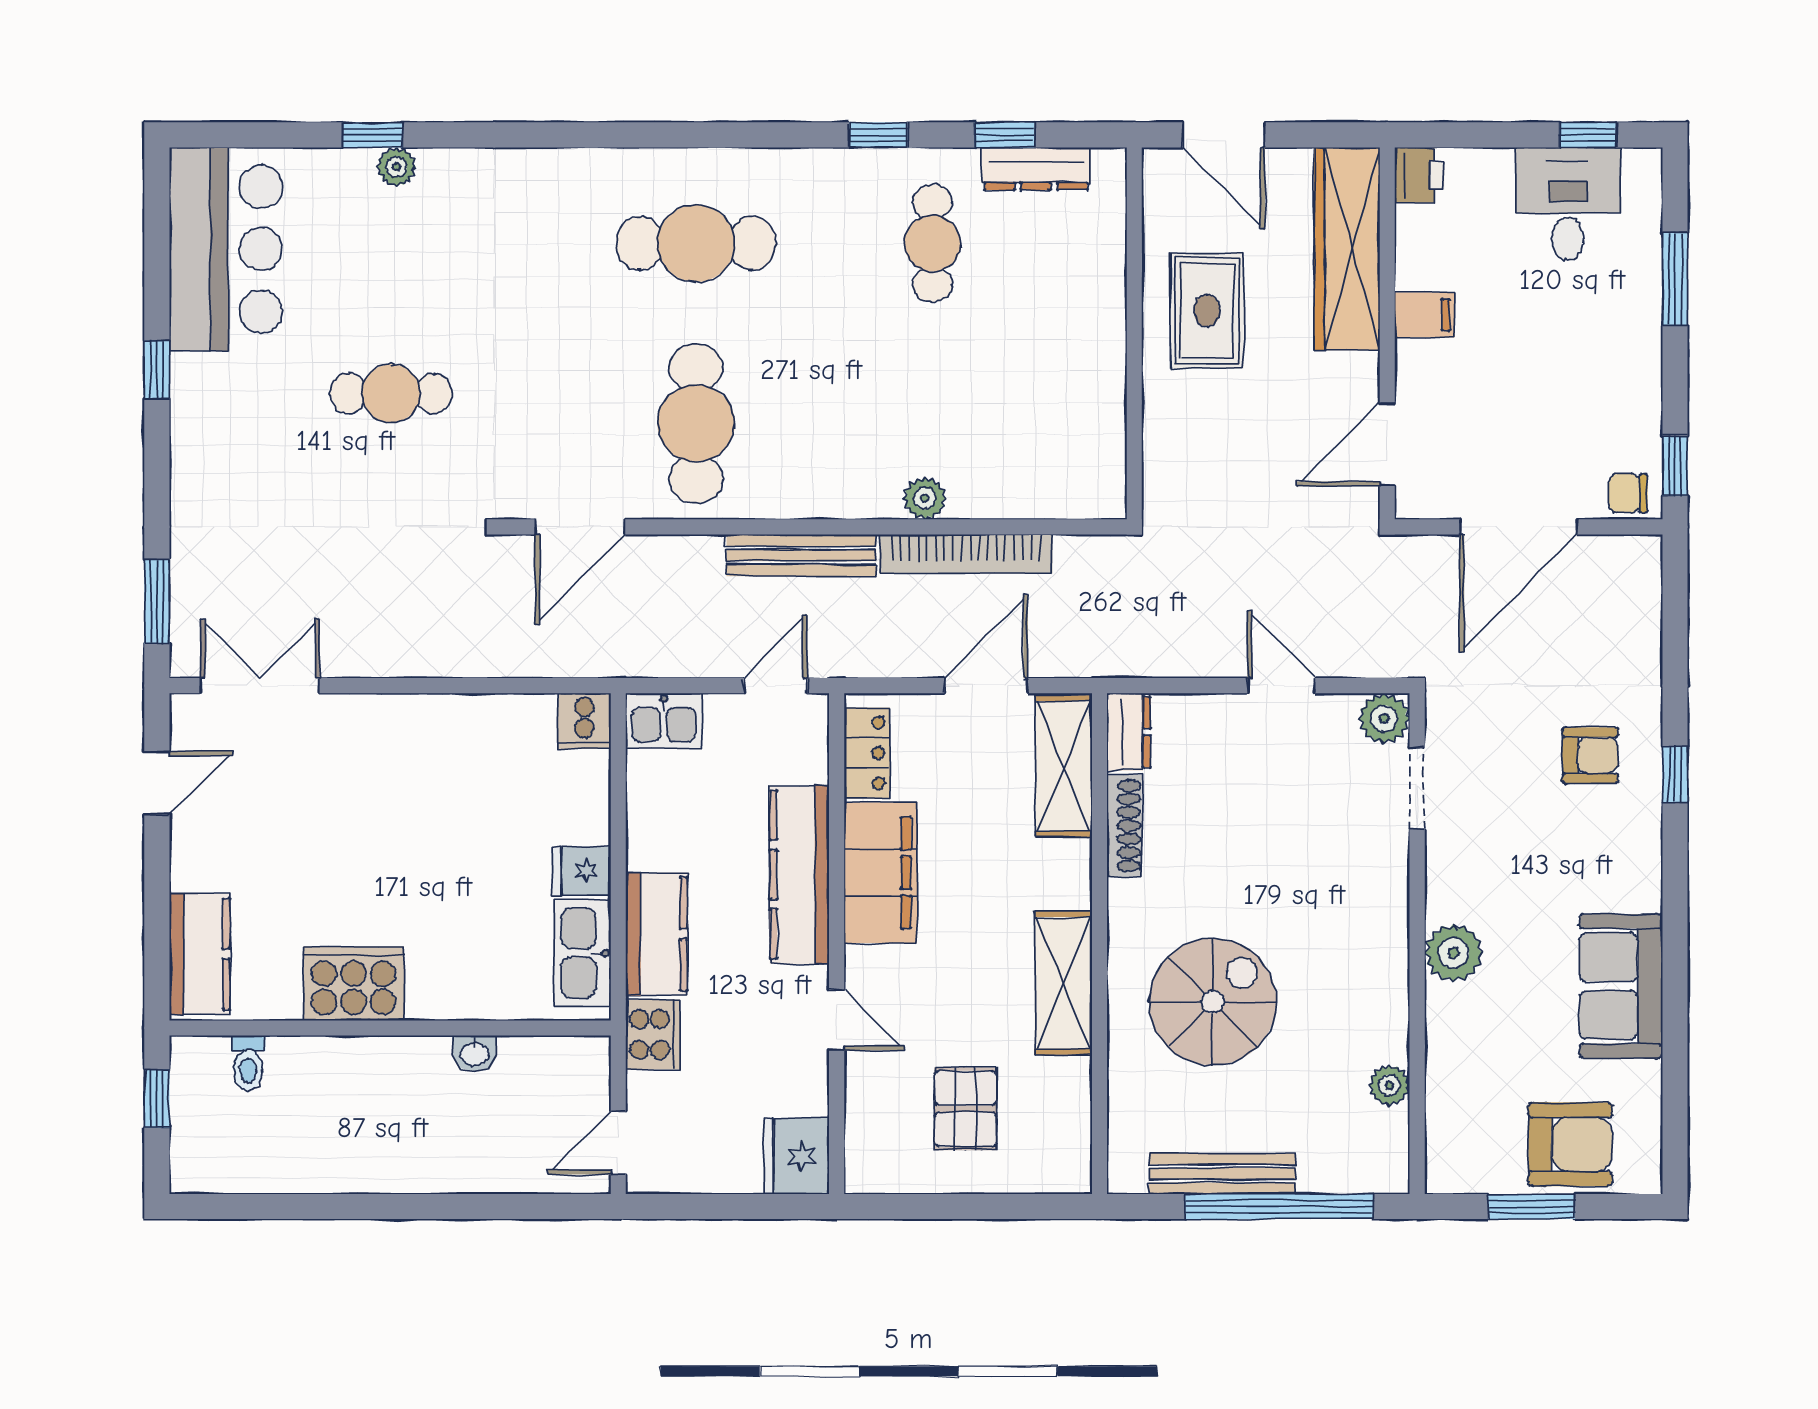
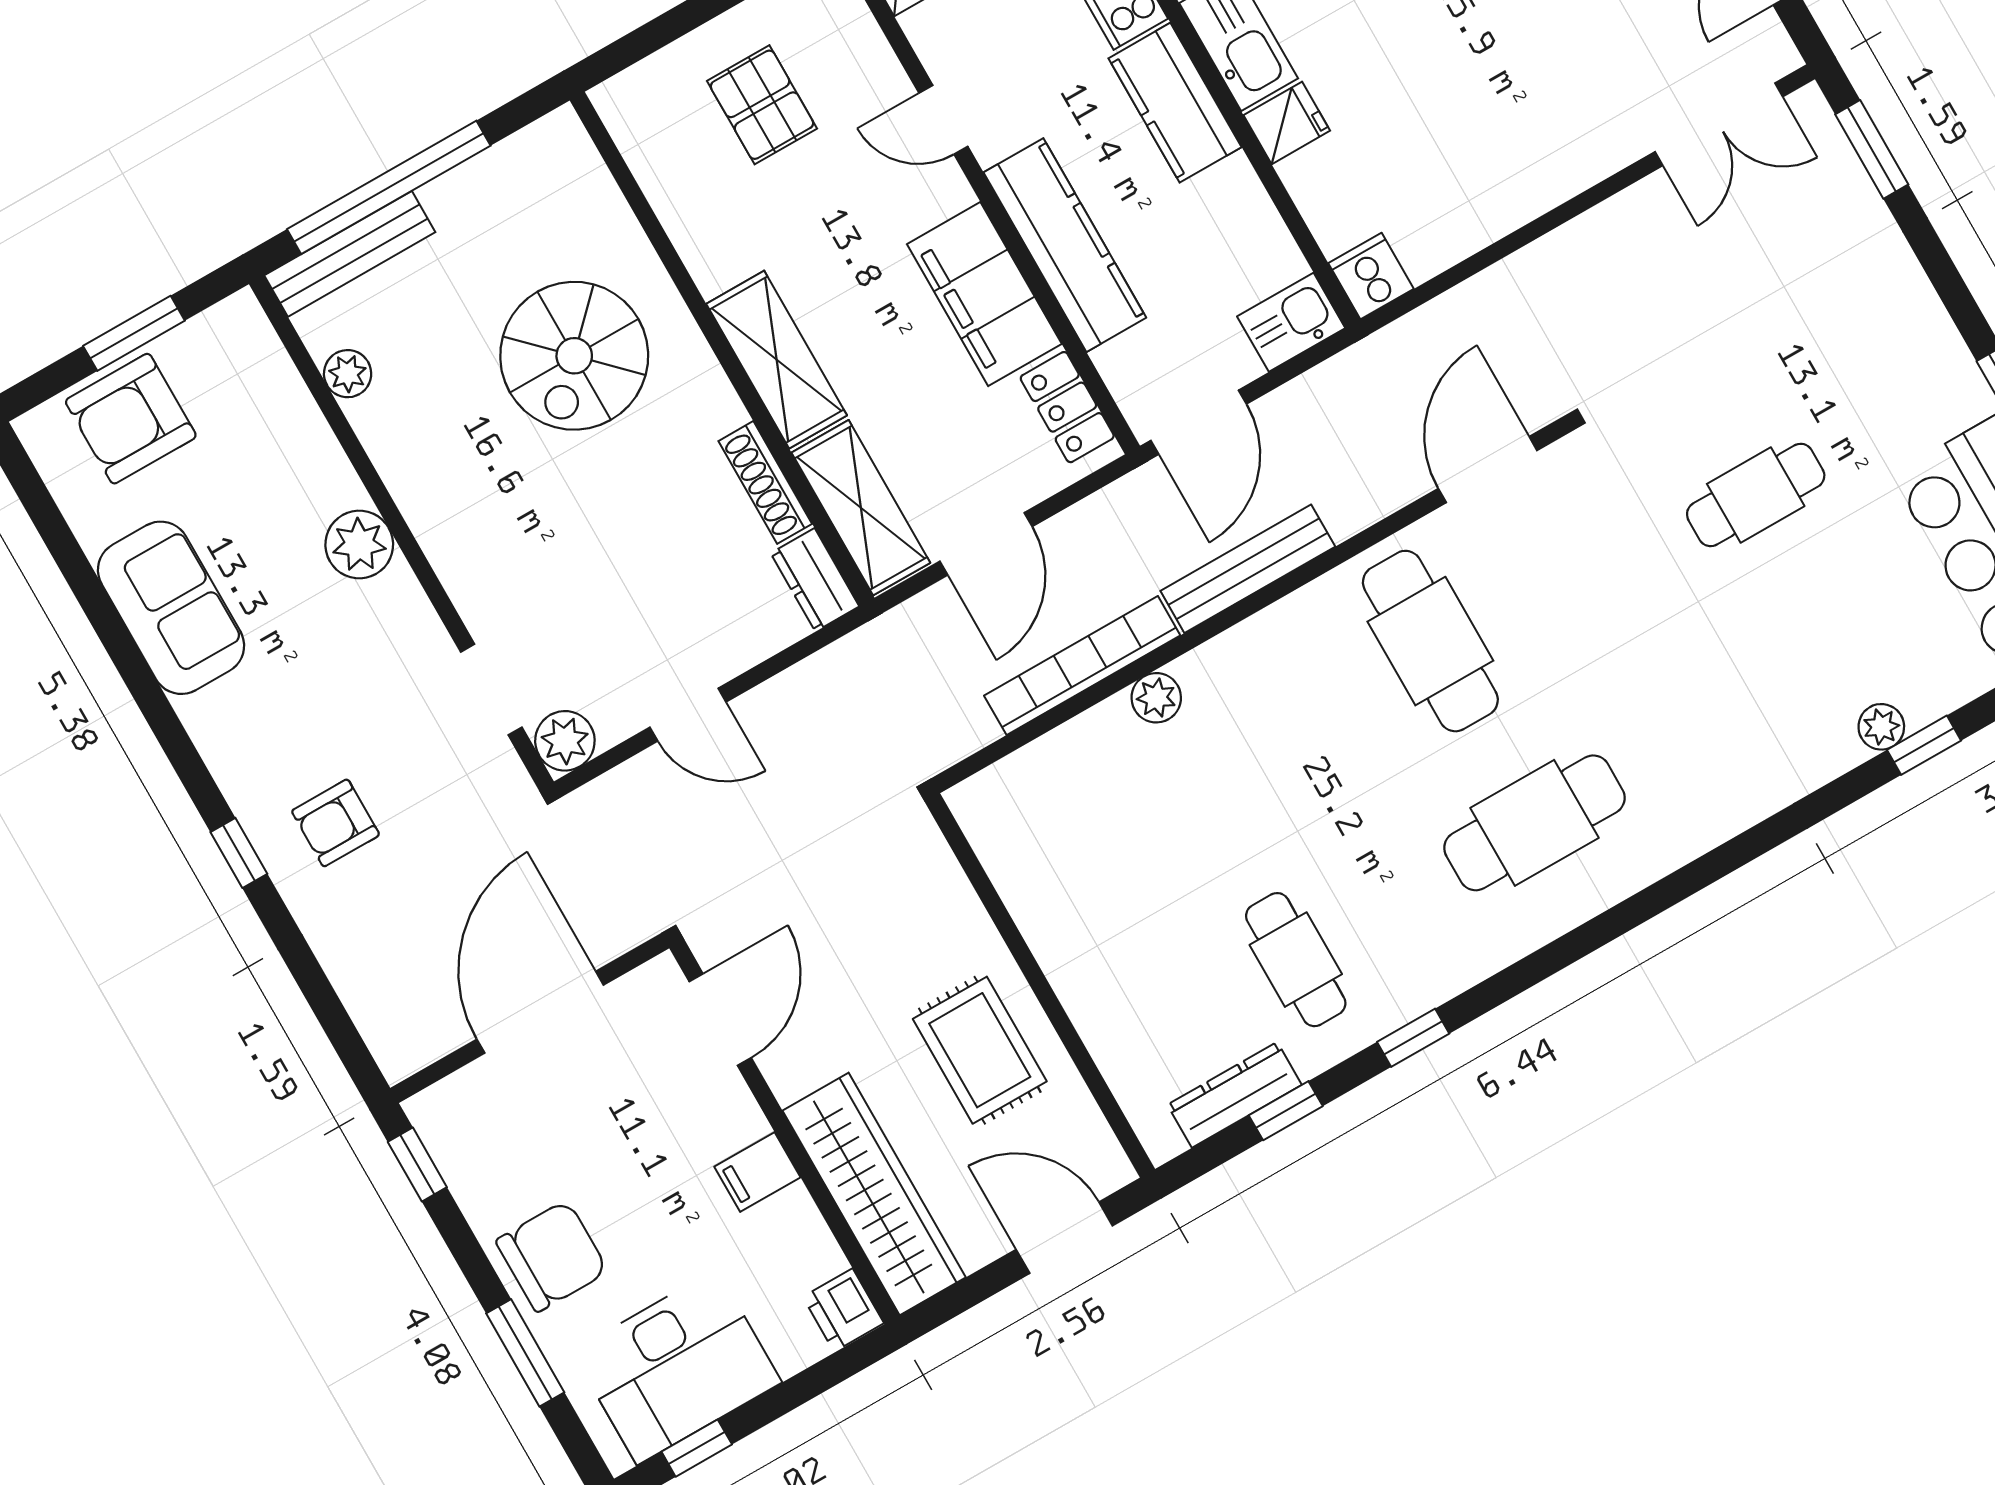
desk: (1568, 204) -> (677, 1367), width x1.37
chair: (1628, 493) -> (552, 1256), moved, width x1.87, depth x1.87
door: (775, 686) -> (1199, 422), width x1.38
shelving: (1063, 983) -> (777, 360), moved
bench: (1222, 1174) -> (350, 254), moved

